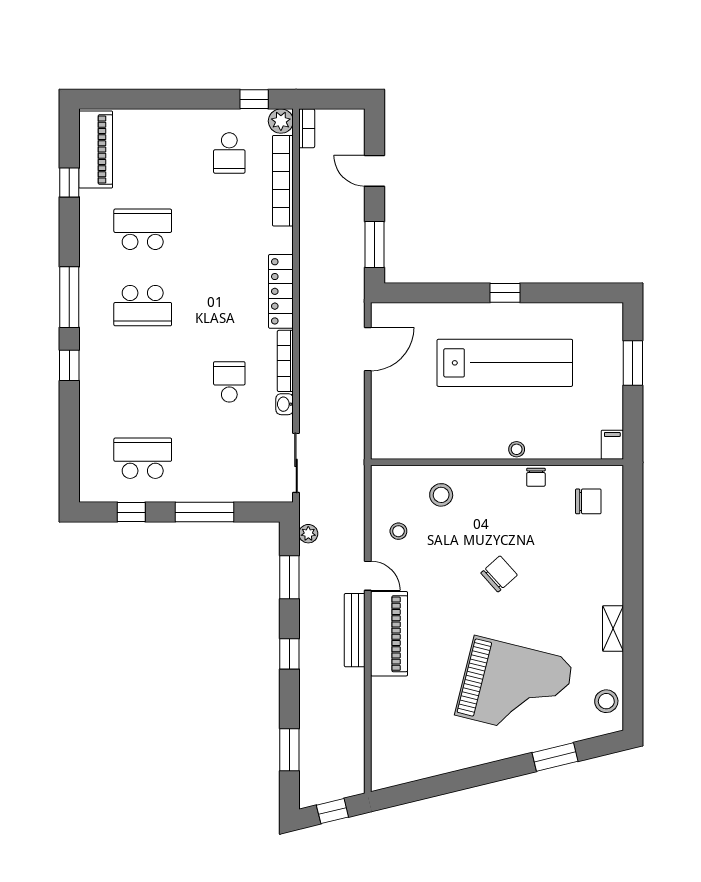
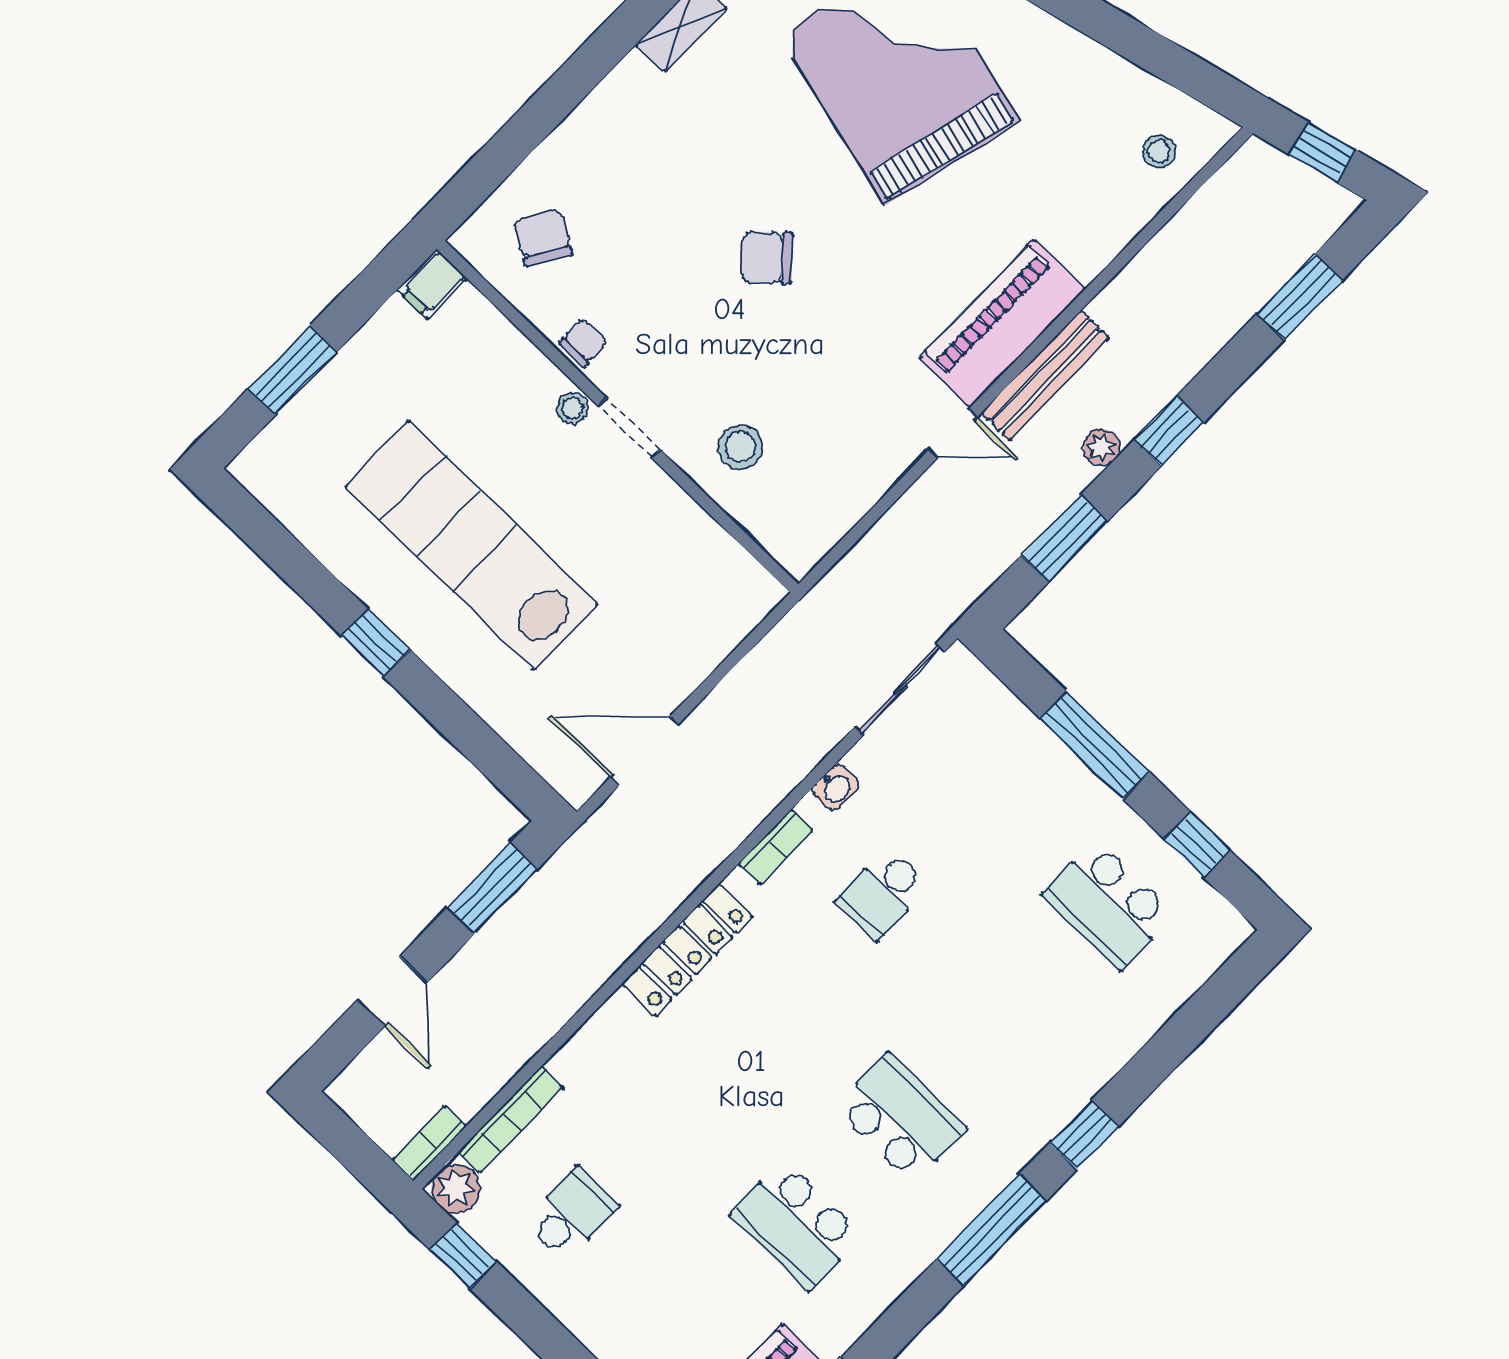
bookcase: (283, 181) -> (511, 1119), width x0.68, depth x0.76
bookcase: (285, 361) -> (776, 847), width x0.64
doorway: (489, 462) -> (629, 428), added
chair: (588, 501) -> (543, 238), turned 31
stool: (398, 531) -> (1159, 151), moved
plant: (308, 534) -> (1102, 447), moved
door: (368, 576) -> (953, 434), swing flipped

